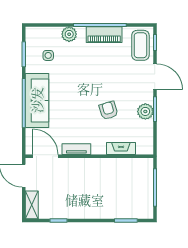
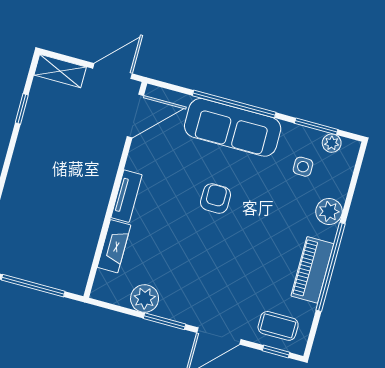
plant: (31, 43) -> (332, 143), added
coffee table: (140, 45) -> (278, 326), width x0.73, depth x0.77
armchair: (108, 110) -> (216, 199), moved, turned -73
plant: (145, 111) -> (145, 298), moved
tv unit: (76, 149) -> (126, 196), moved

